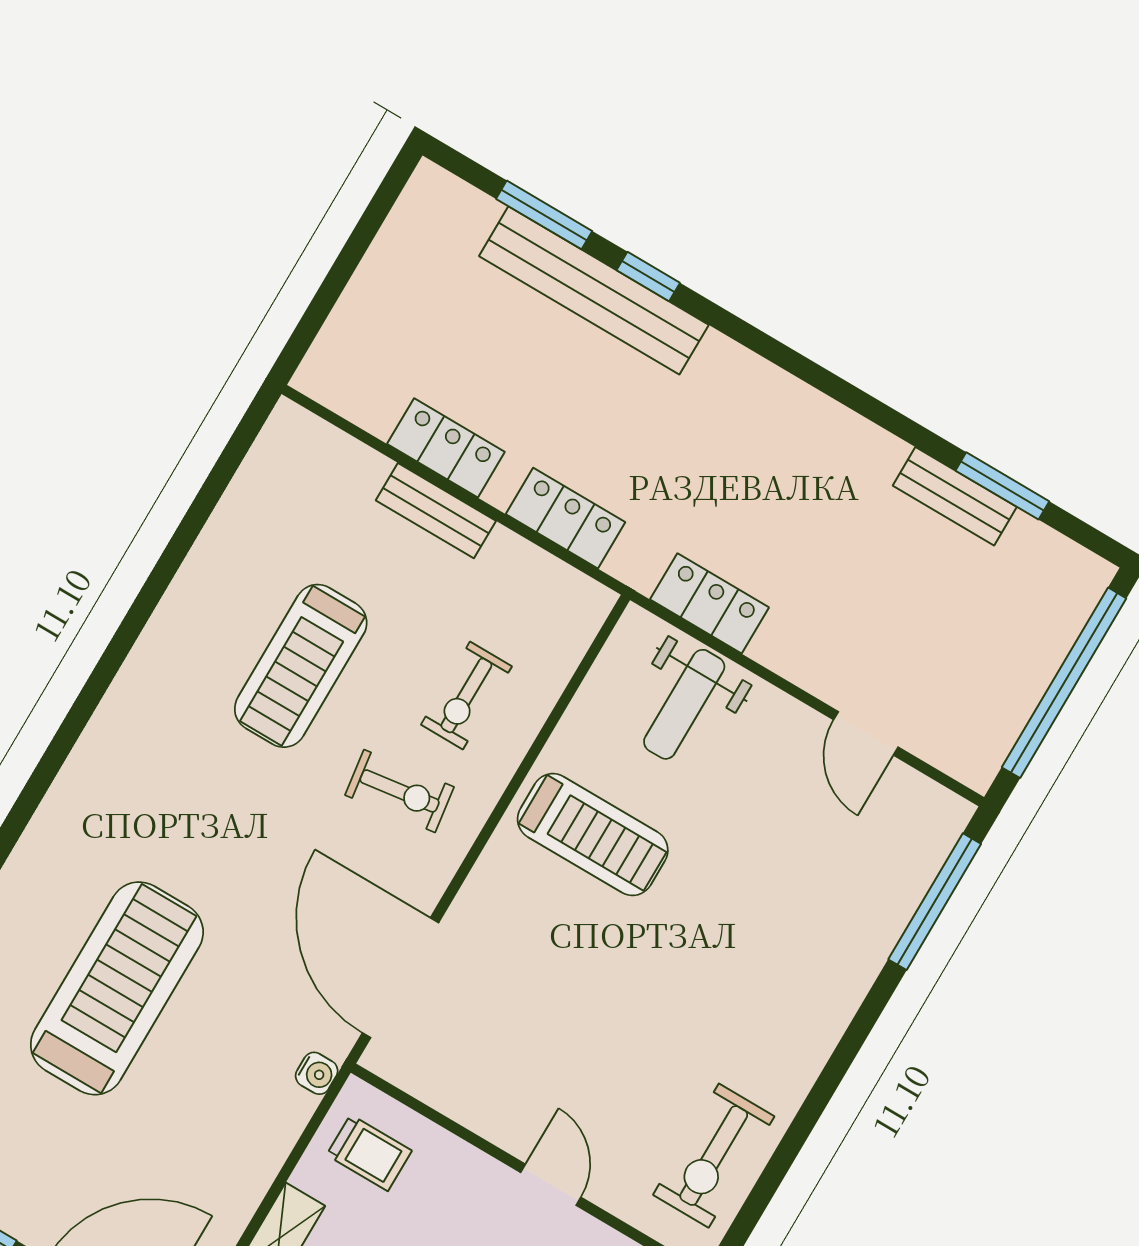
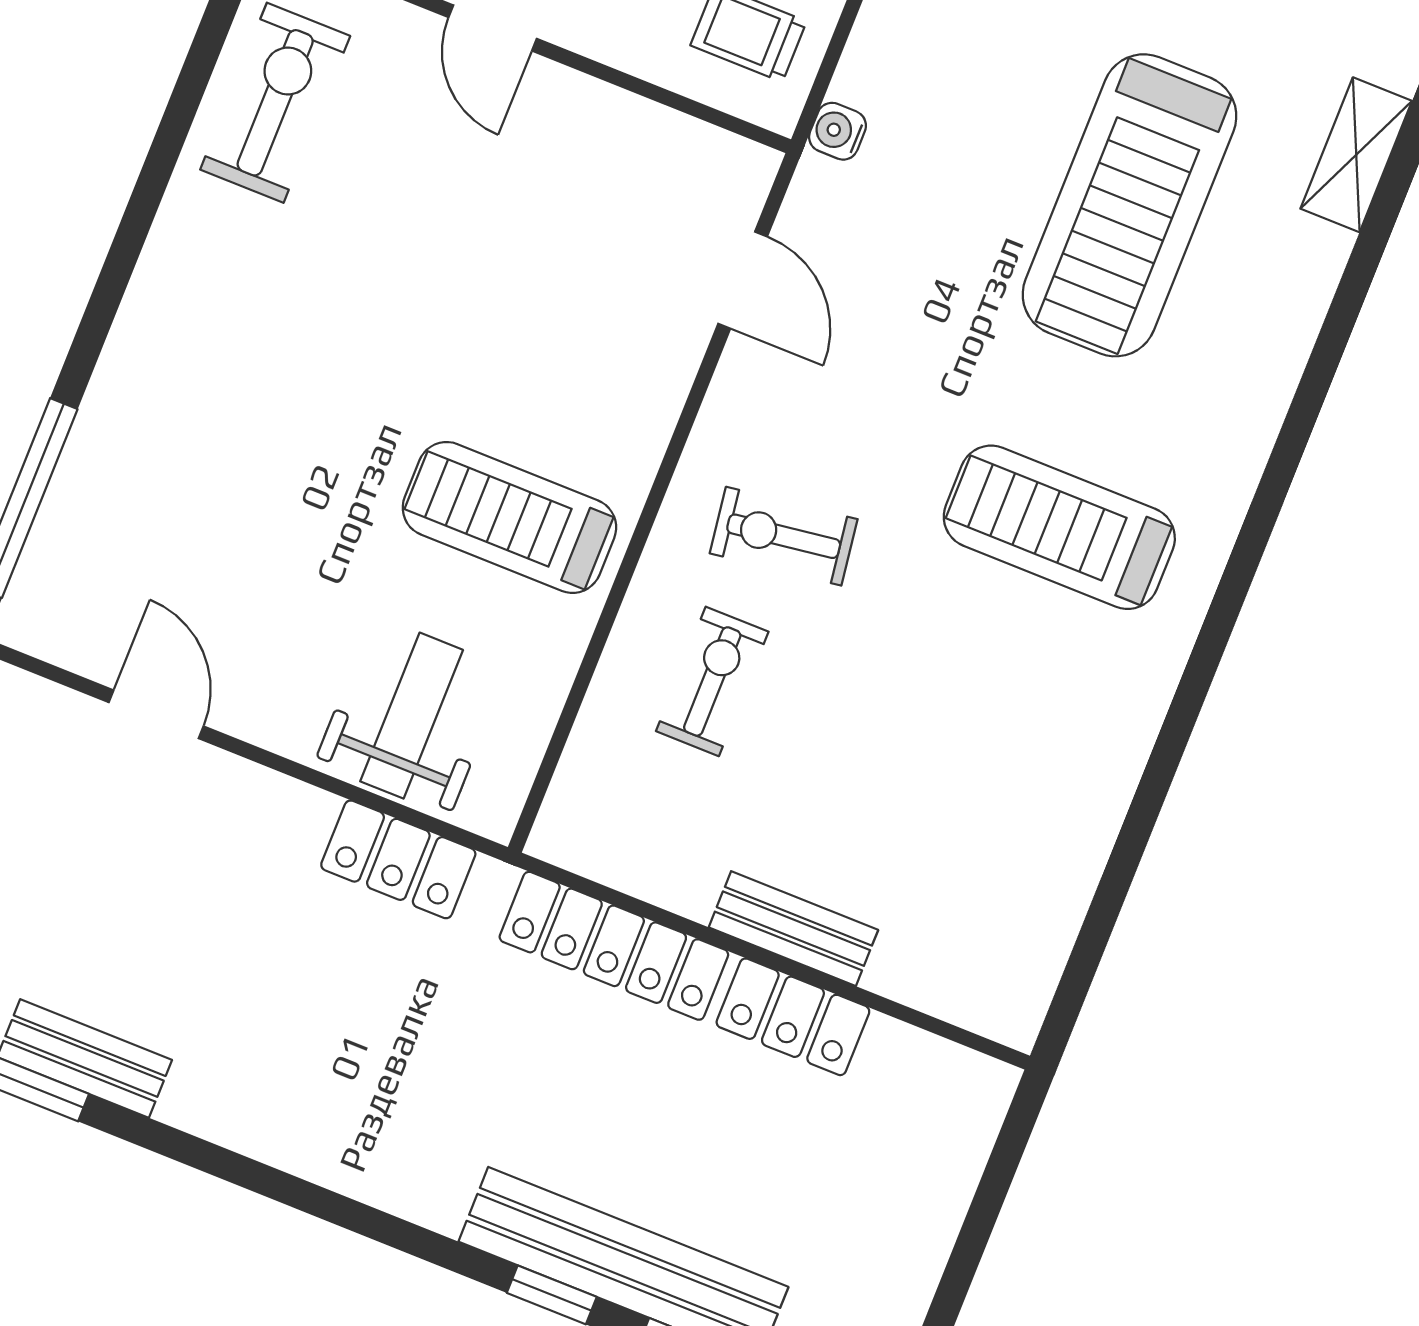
locker: (566, 518) -> (614, 946), width x1.53
treadmill: (301, 666) -> (1059, 527), moved, turned -90
door: (401, 978) -> (743, 280), width x0.53

